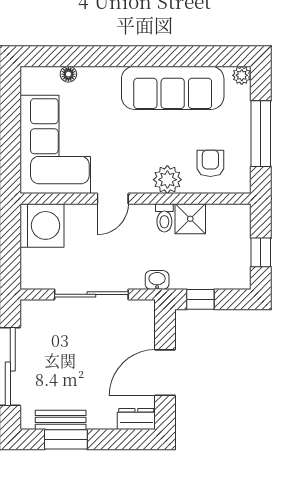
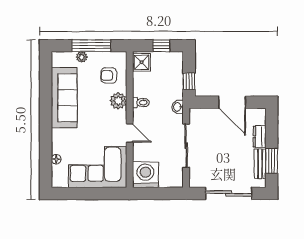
plant: (242, 75) -> (82, 57), moved
shower: (190, 219) -> (141, 62), moved
dresser: (136, 419) -> (260, 137), moved

